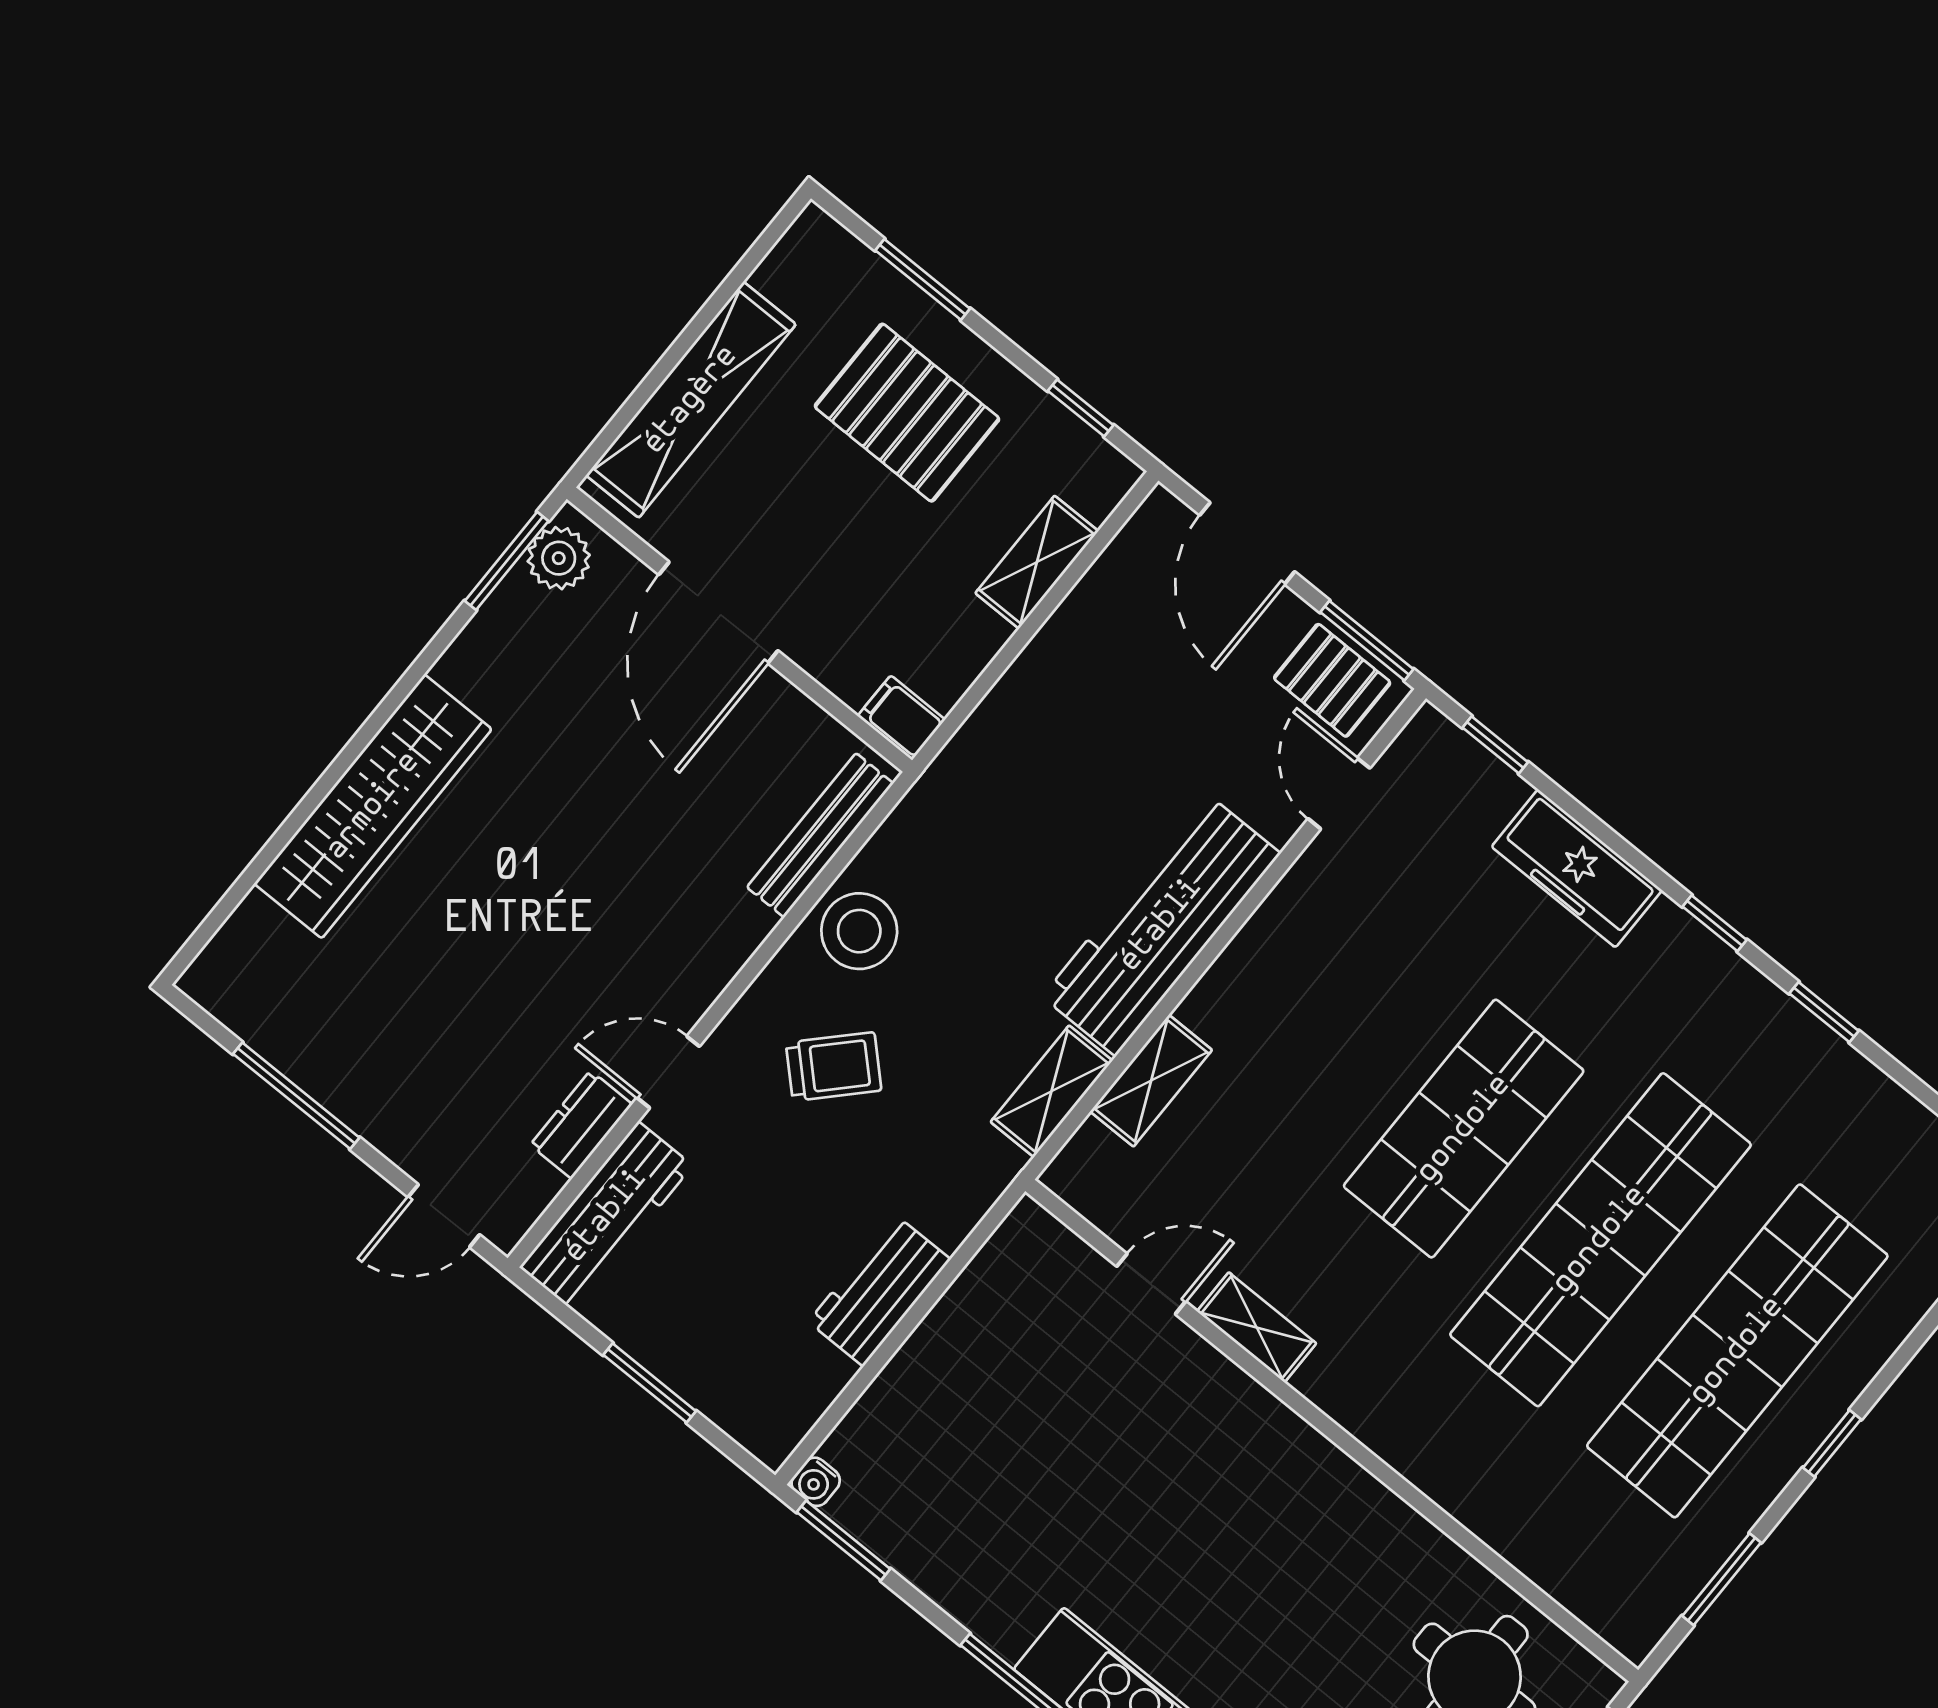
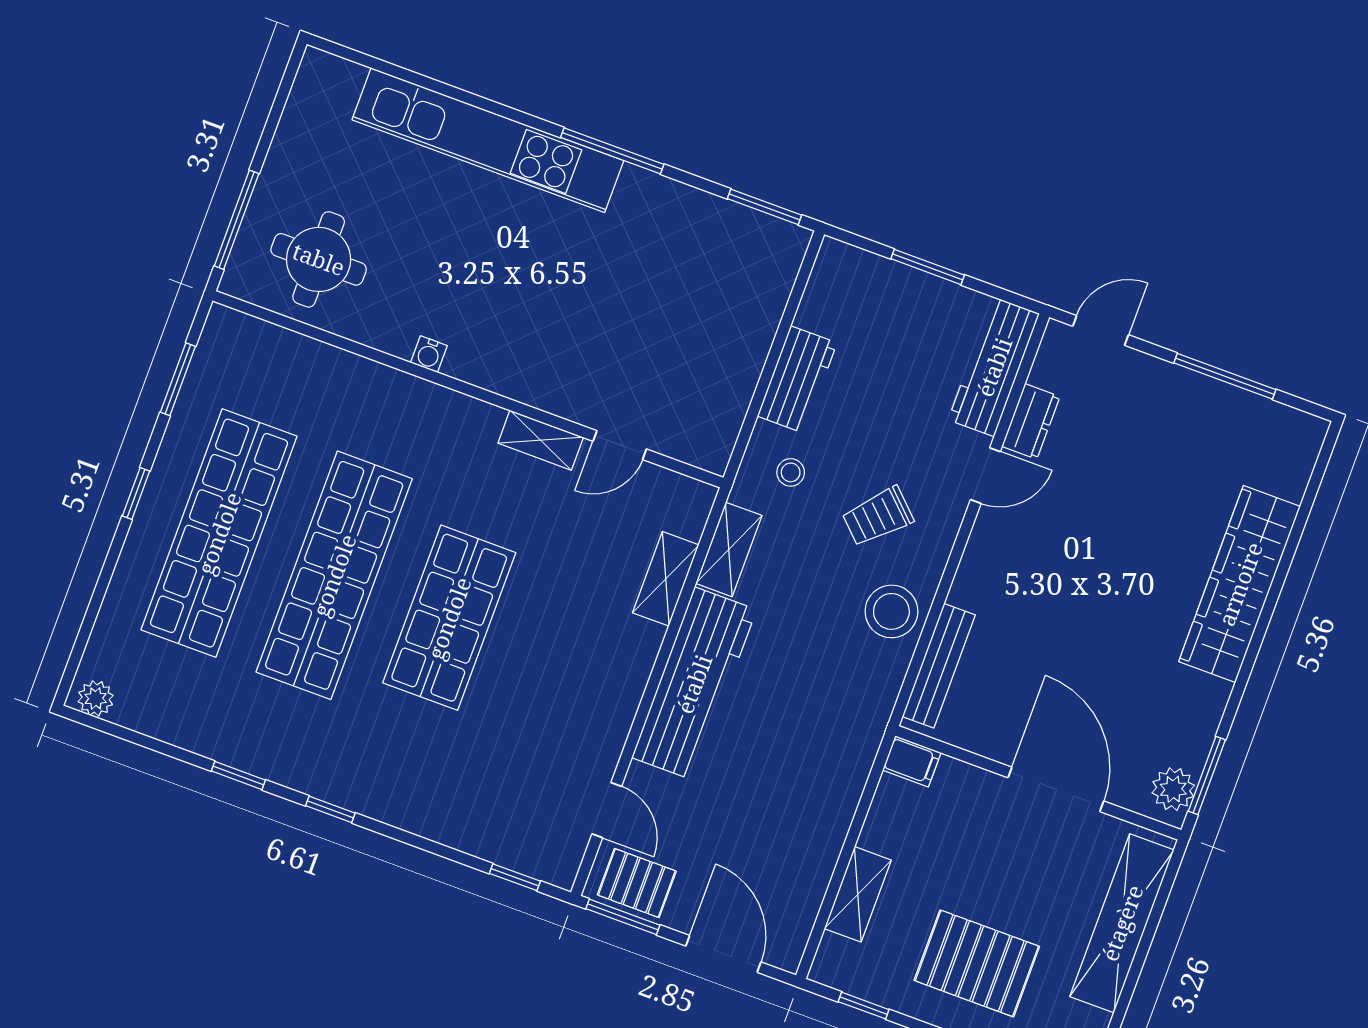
freezer: (1577, 868) -> (433, 814), removed
stool: (932, 1167) -> (791, 472), added
water cooler: (816, 1482) -> (429, 354), moved, turned 180

